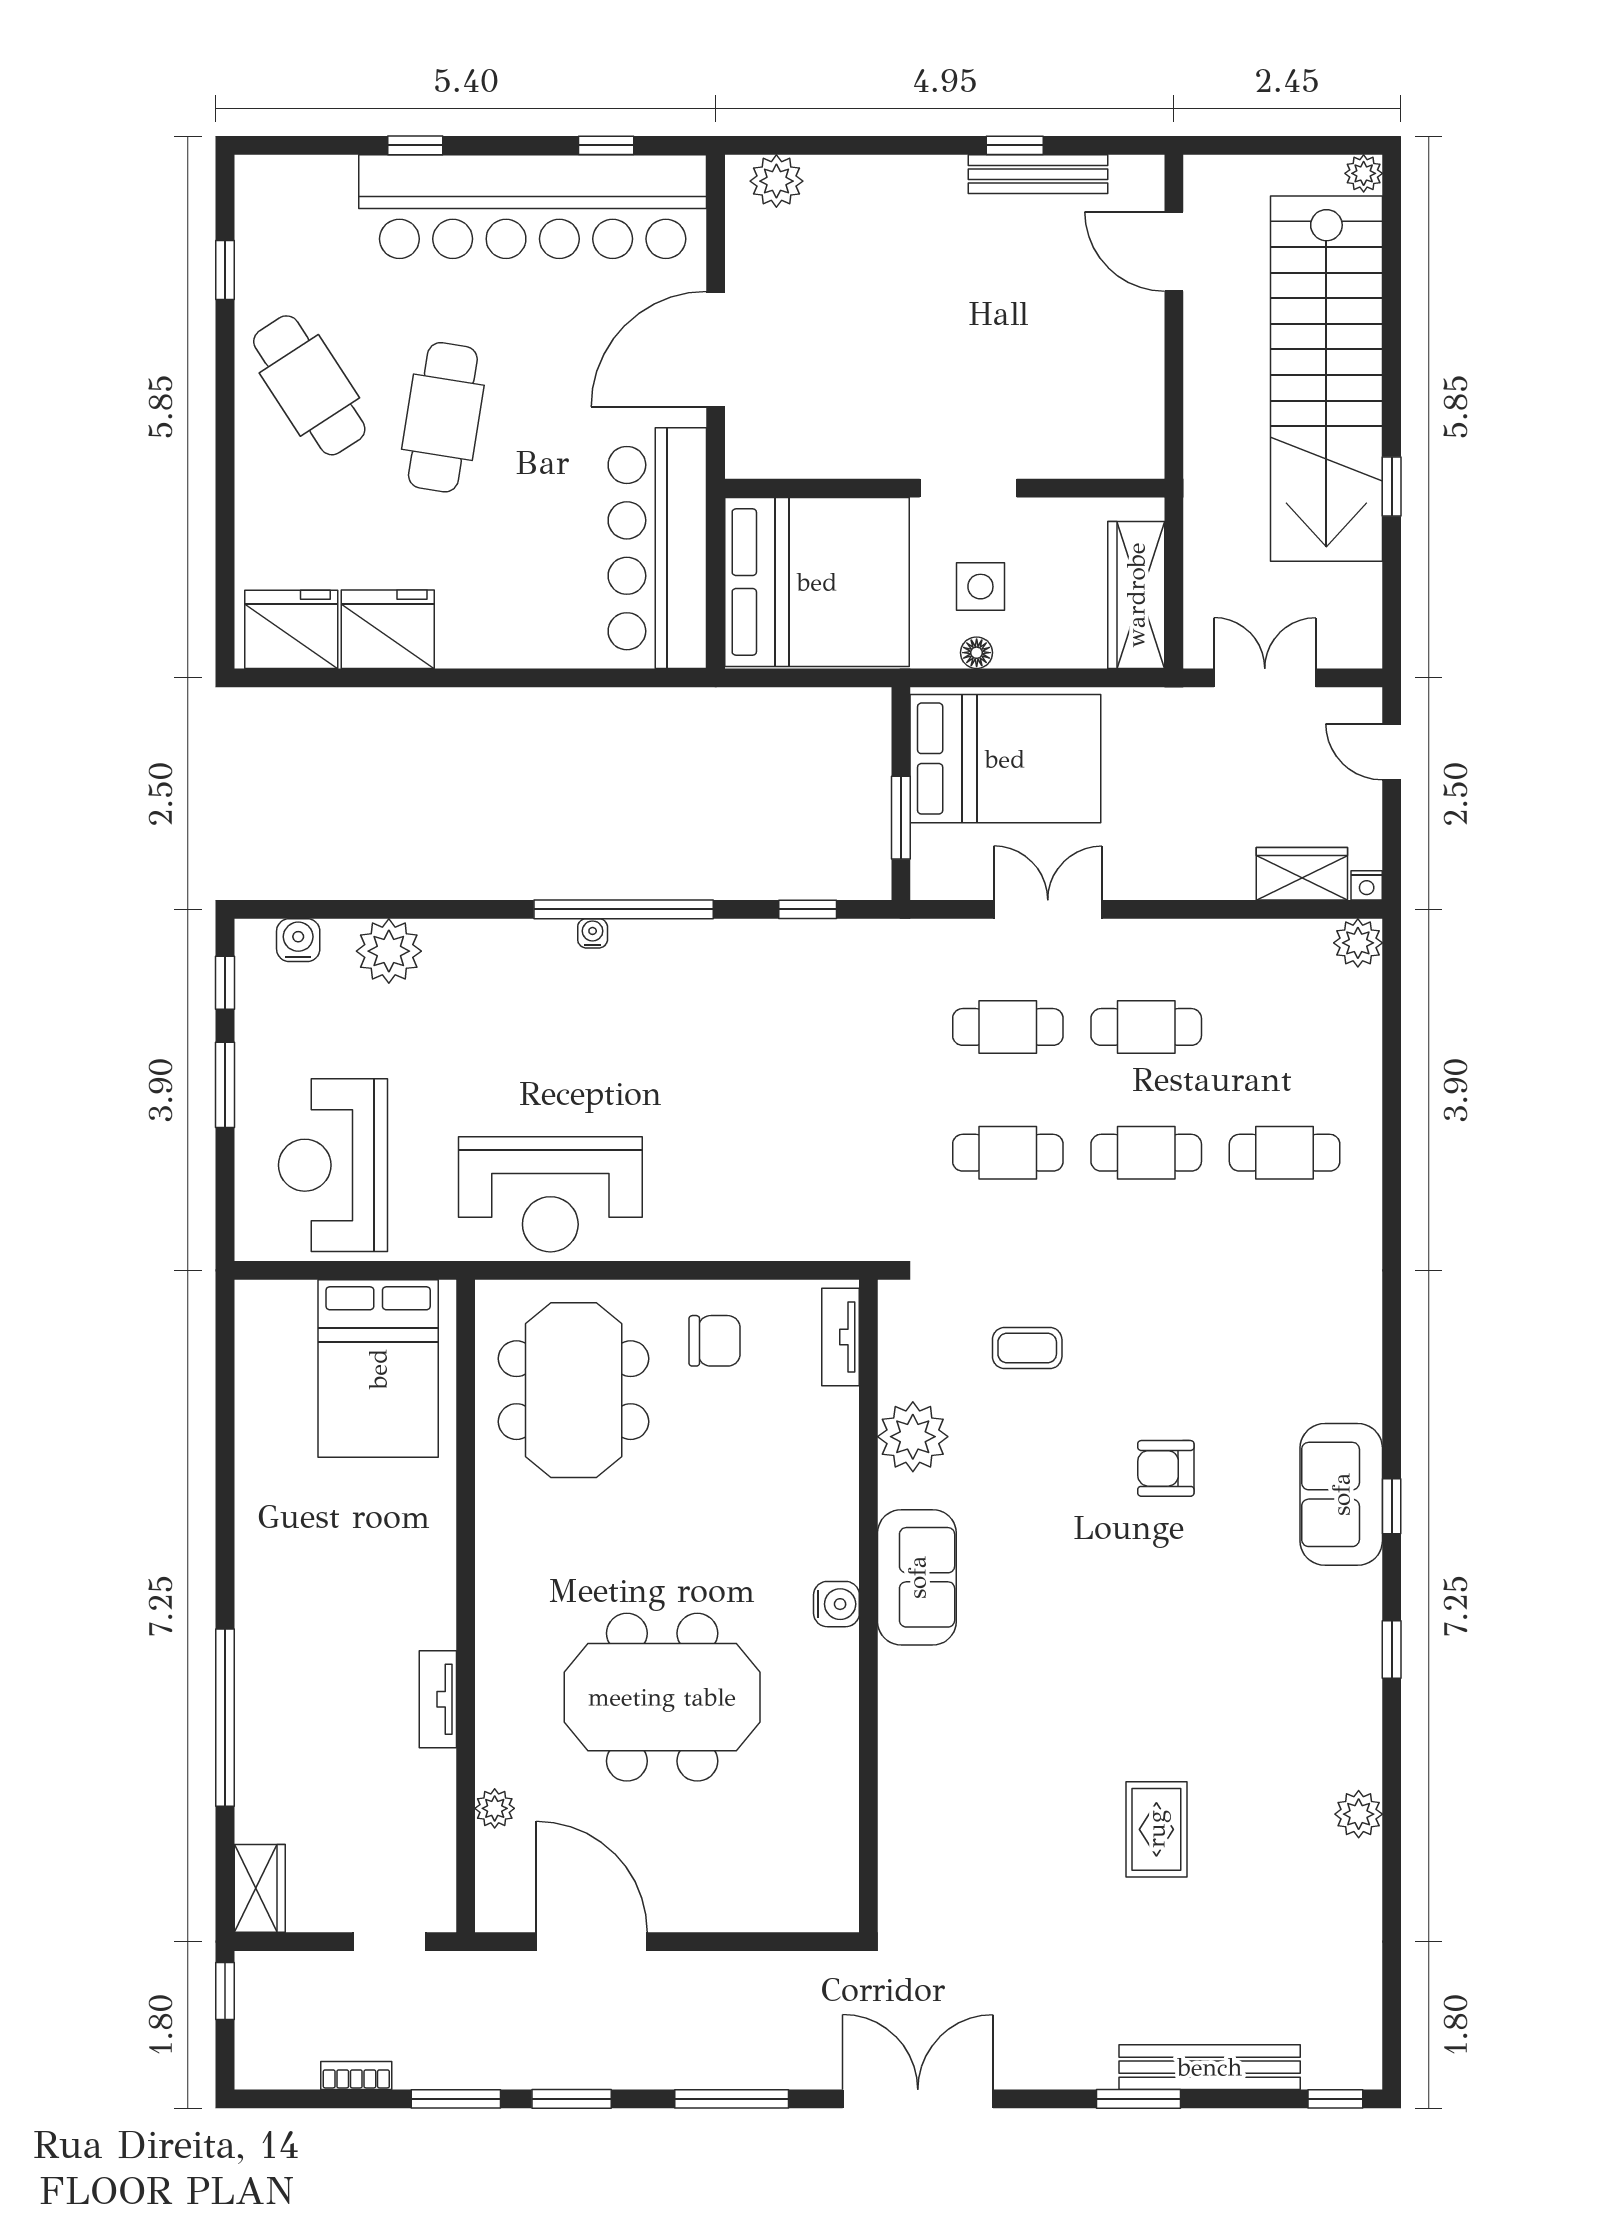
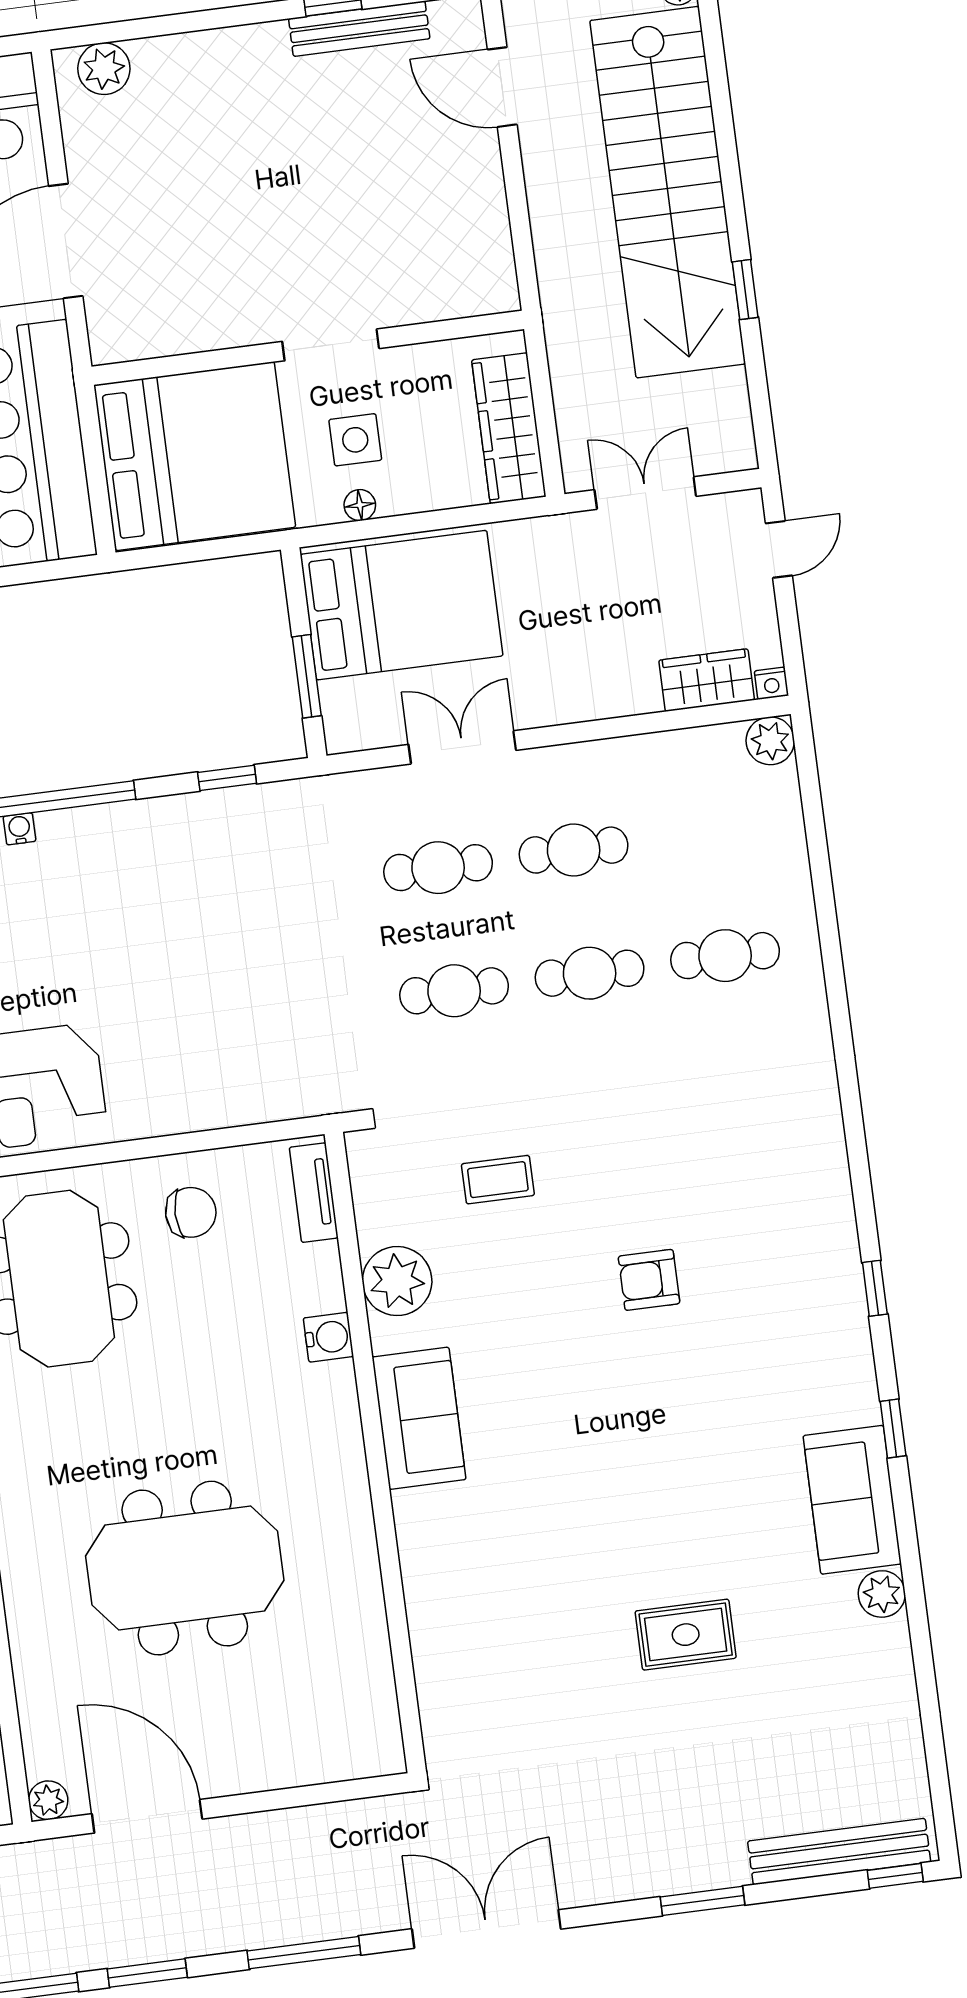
door: (1392, 752) -> (779, 549), swing flipped
sofa: (1341, 1494) -> (852, 1500), moved
water cooler: (836, 1604) -> (328, 1337), moved
plant: (495, 1808) -> (48, 1800), moved
rug: (1156, 1829) -> (686, 1635), turned 90
bench: (1210, 2067) -> (839, 1852), moved

